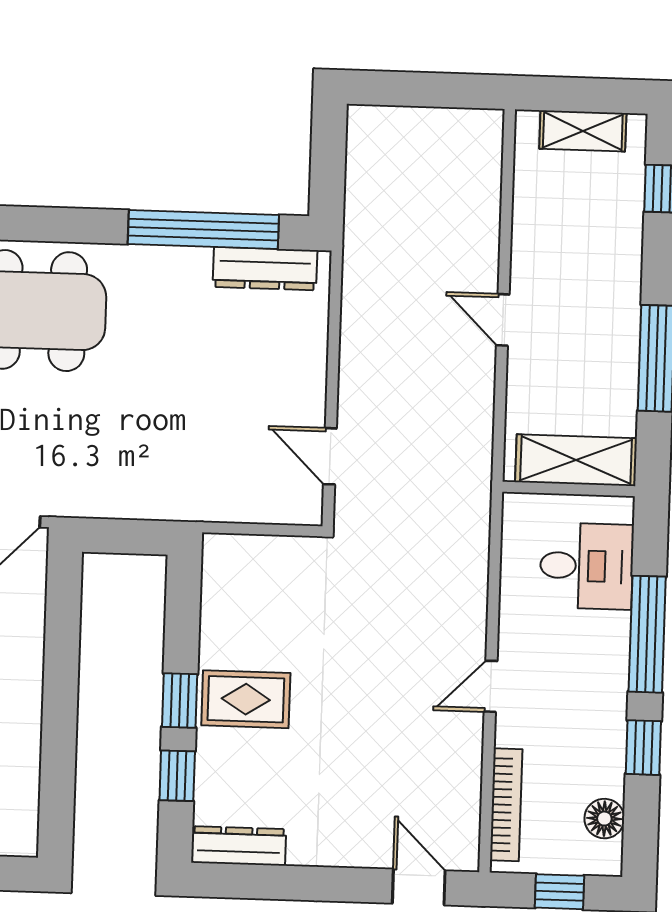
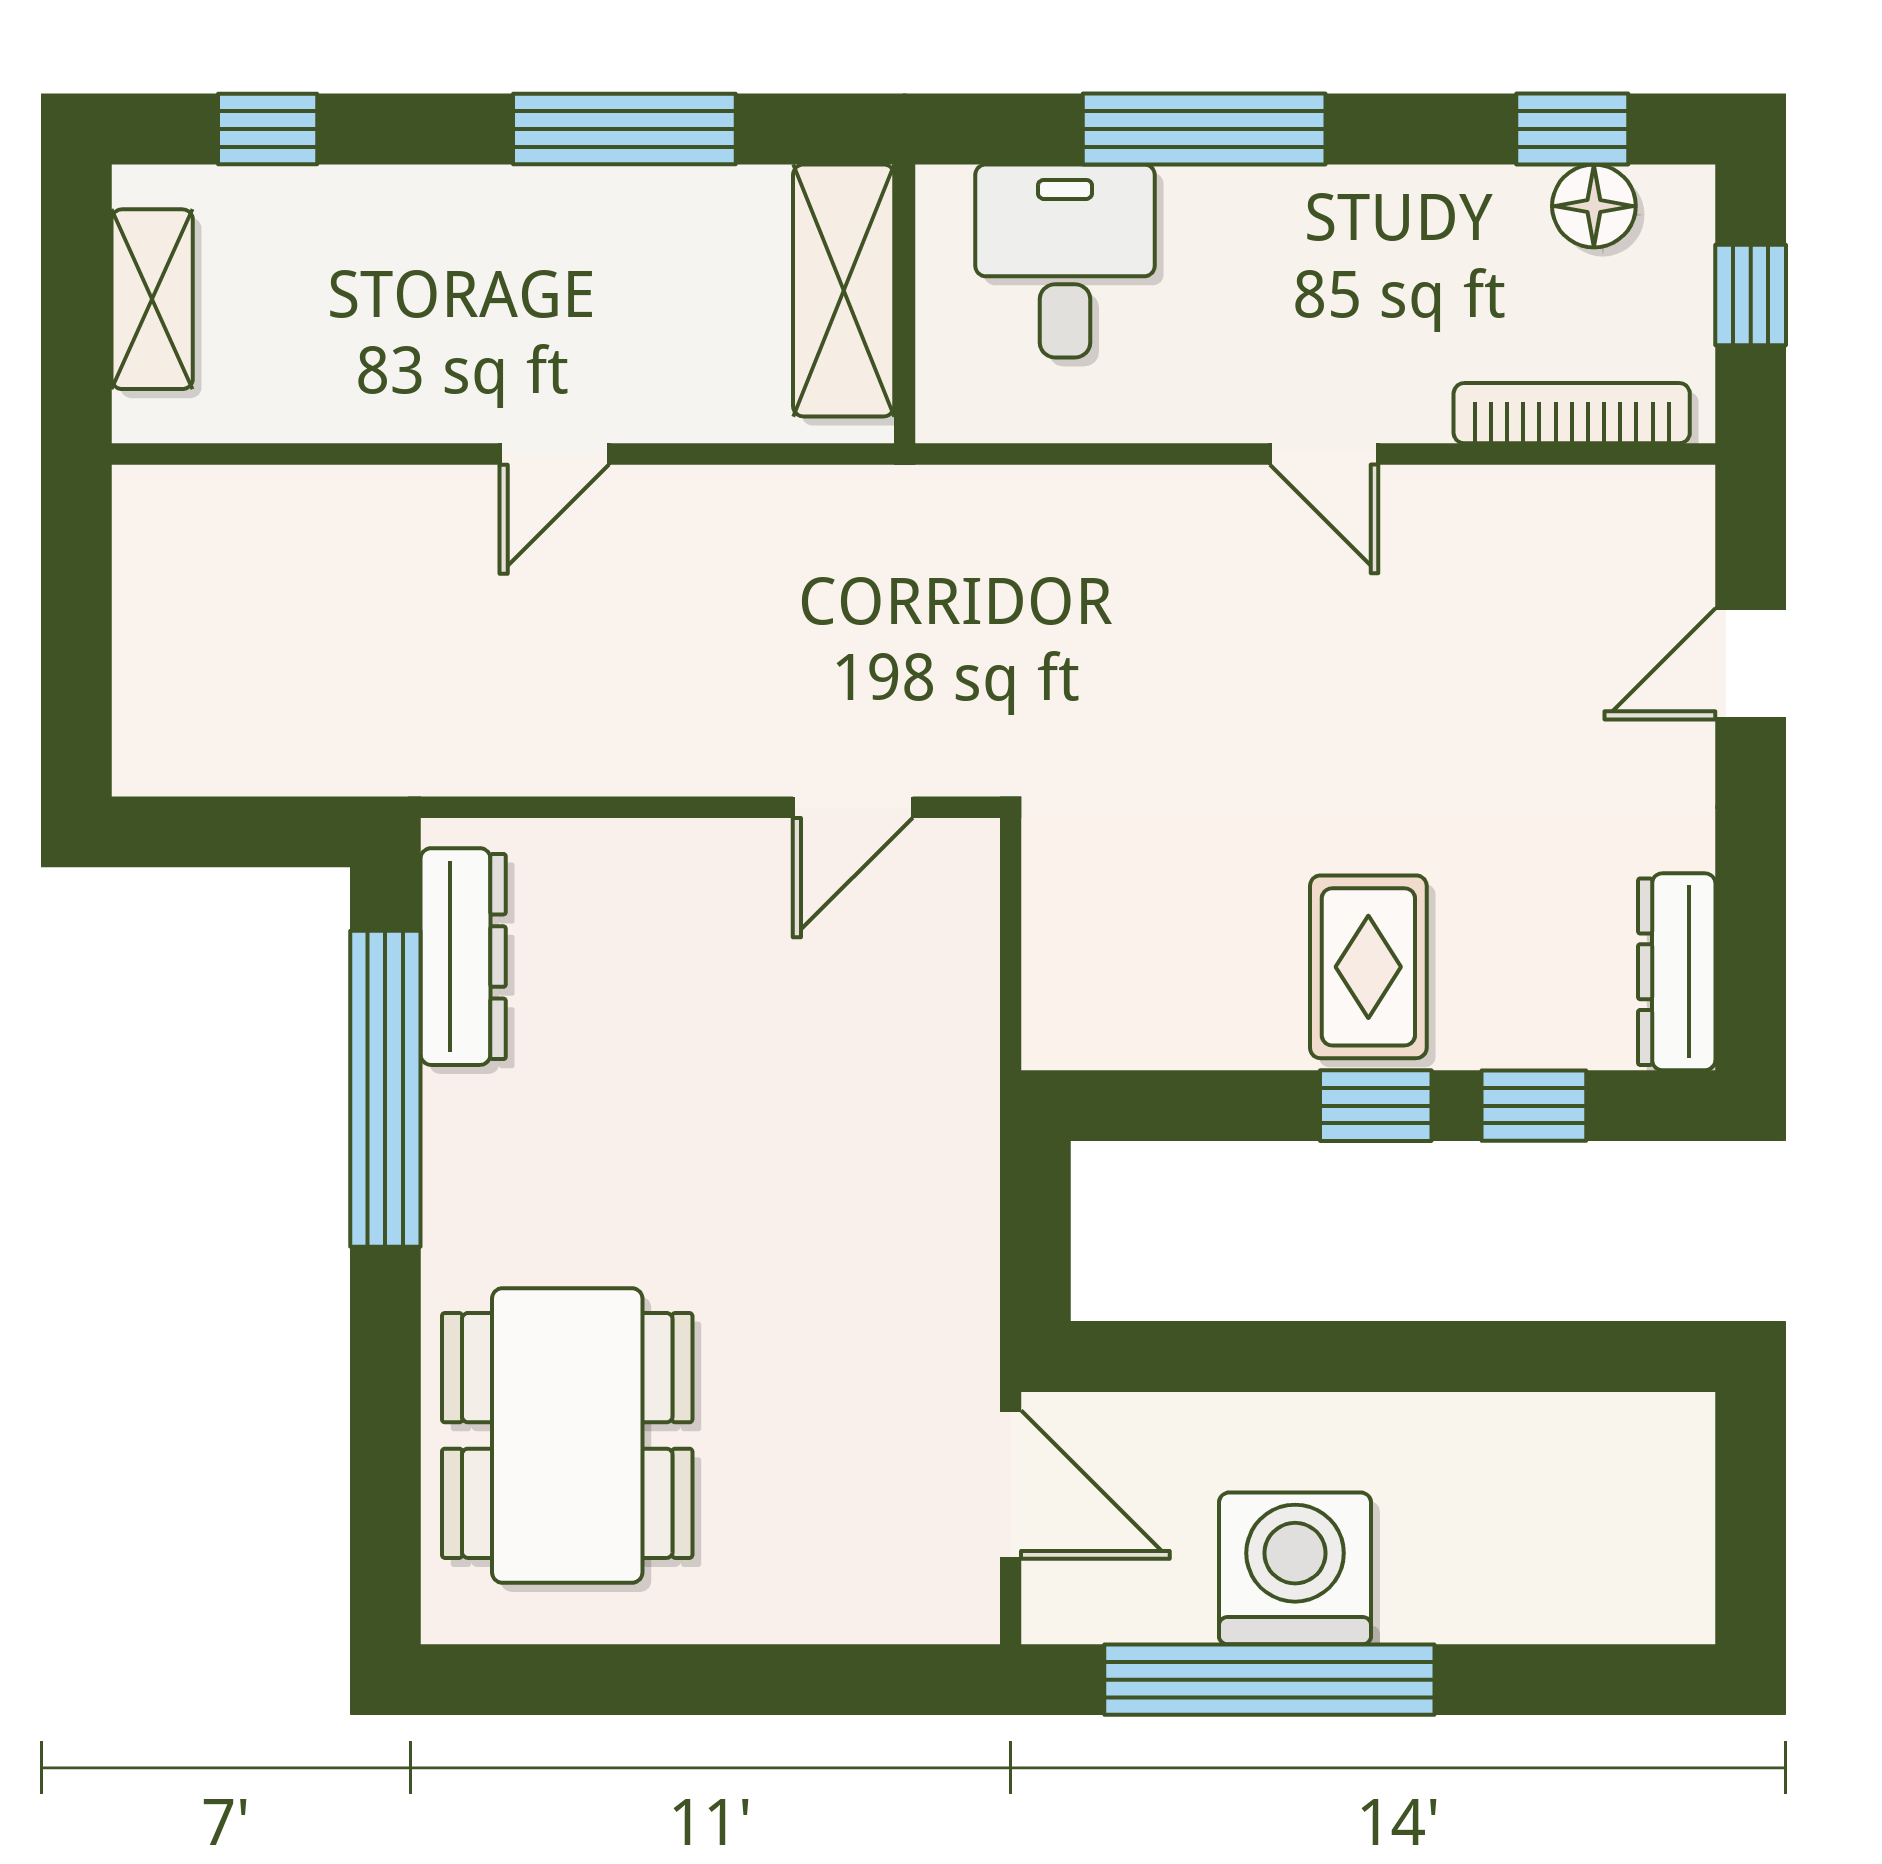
window: (643, 748) -> (1572, 129), moved
door: (419, 887) -> (1751, 664), moved

